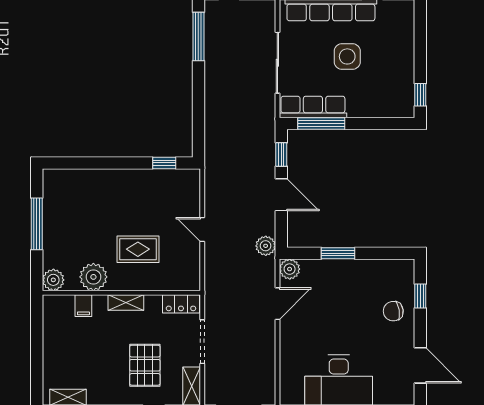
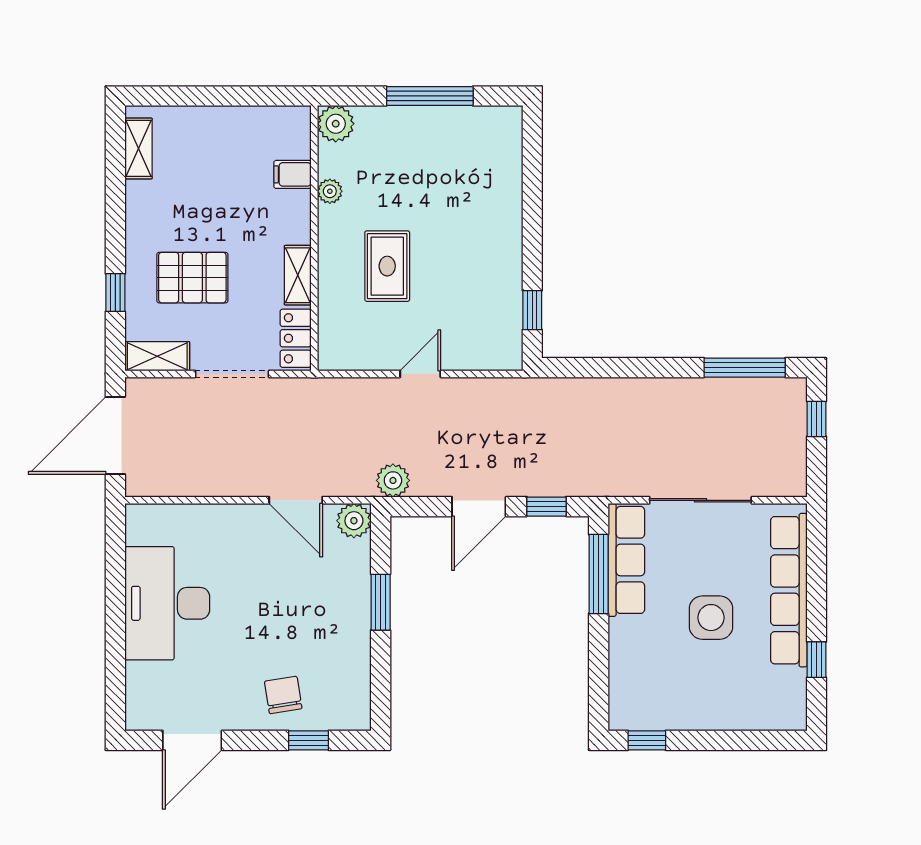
plant: (93, 277) -> (330, 191), width x0.53, depth x0.53
shelving: (126, 302) -> (298, 275), moved

